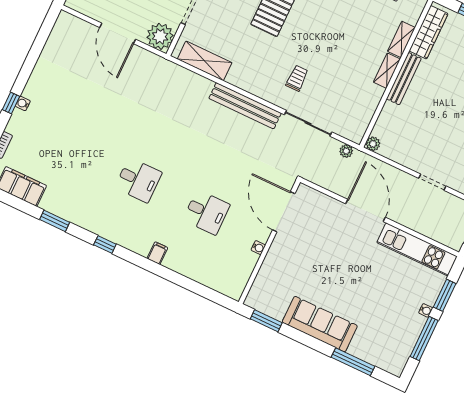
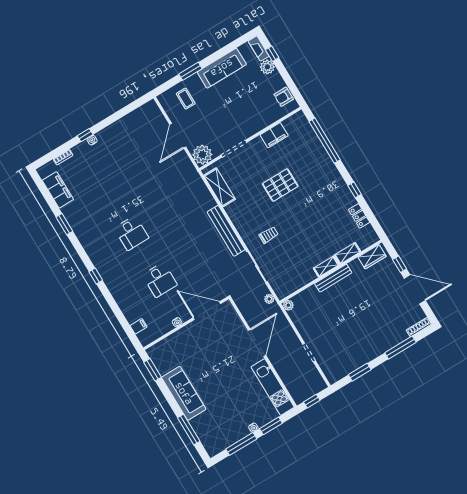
wardrobe: (429, 32) -> (372, 257), width x0.67
door: (284, 212) -> (207, 311), hinge flipped
window: (105, 245) -> (96, 276), moved
filing cabinet: (157, 253) -> (139, 326), moved

